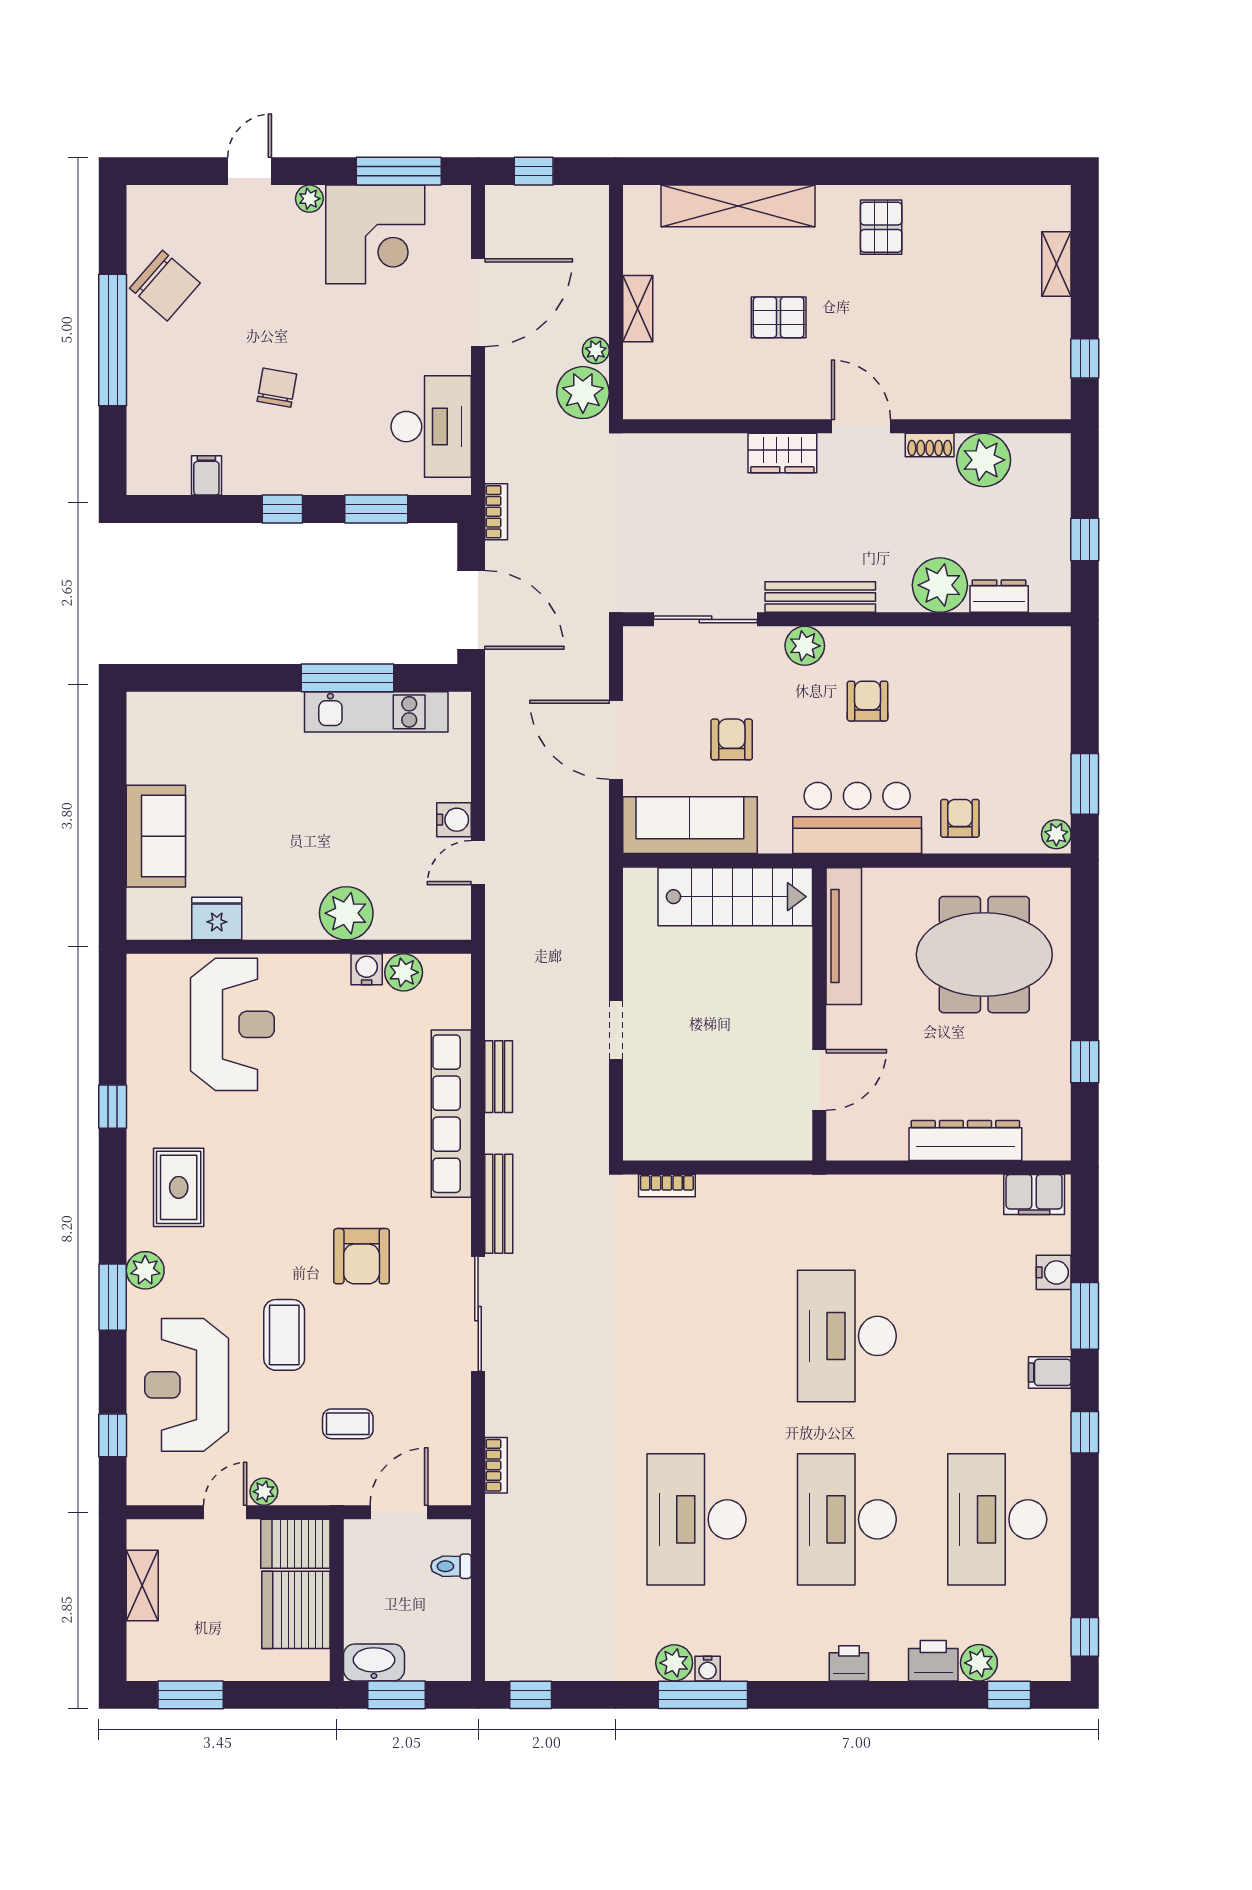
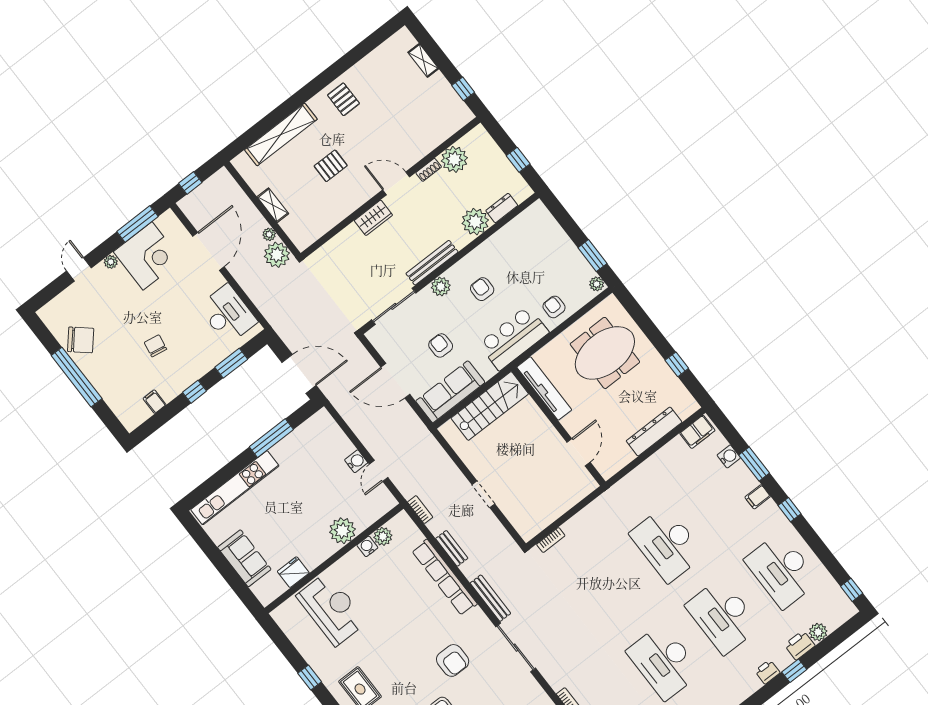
bookcase: (496, 512) -> (420, 510), moved
kitchen unit: (376, 712) -> (235, 488), moved, width x1.36
window: (1009, 1695) -> (794, 671), moved

